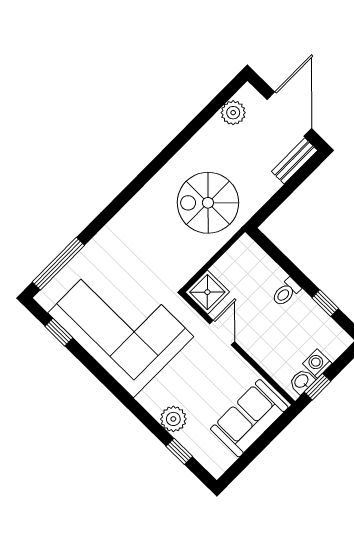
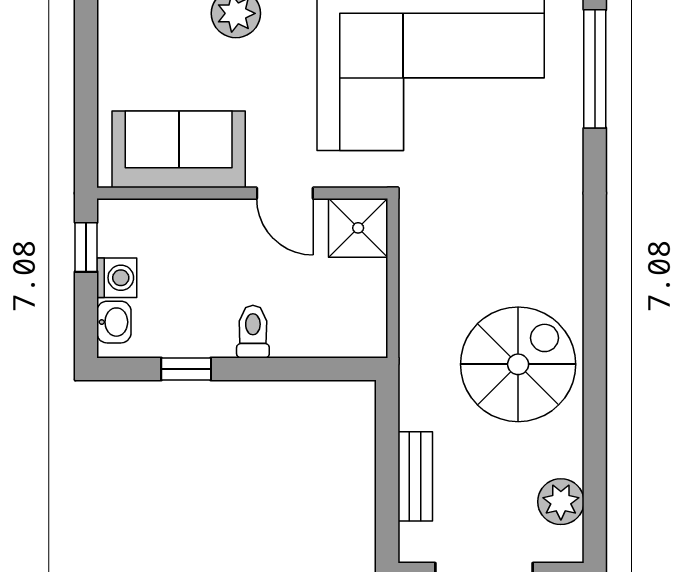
bench: (295, 161) -> (415, 476), moved
spiral stairs: (208, 203) -> (518, 364), moved
washbasin: (302, 381) -> (114, 322), moved
sofa: (249, 418) -> (179, 149), moved, turned -90

